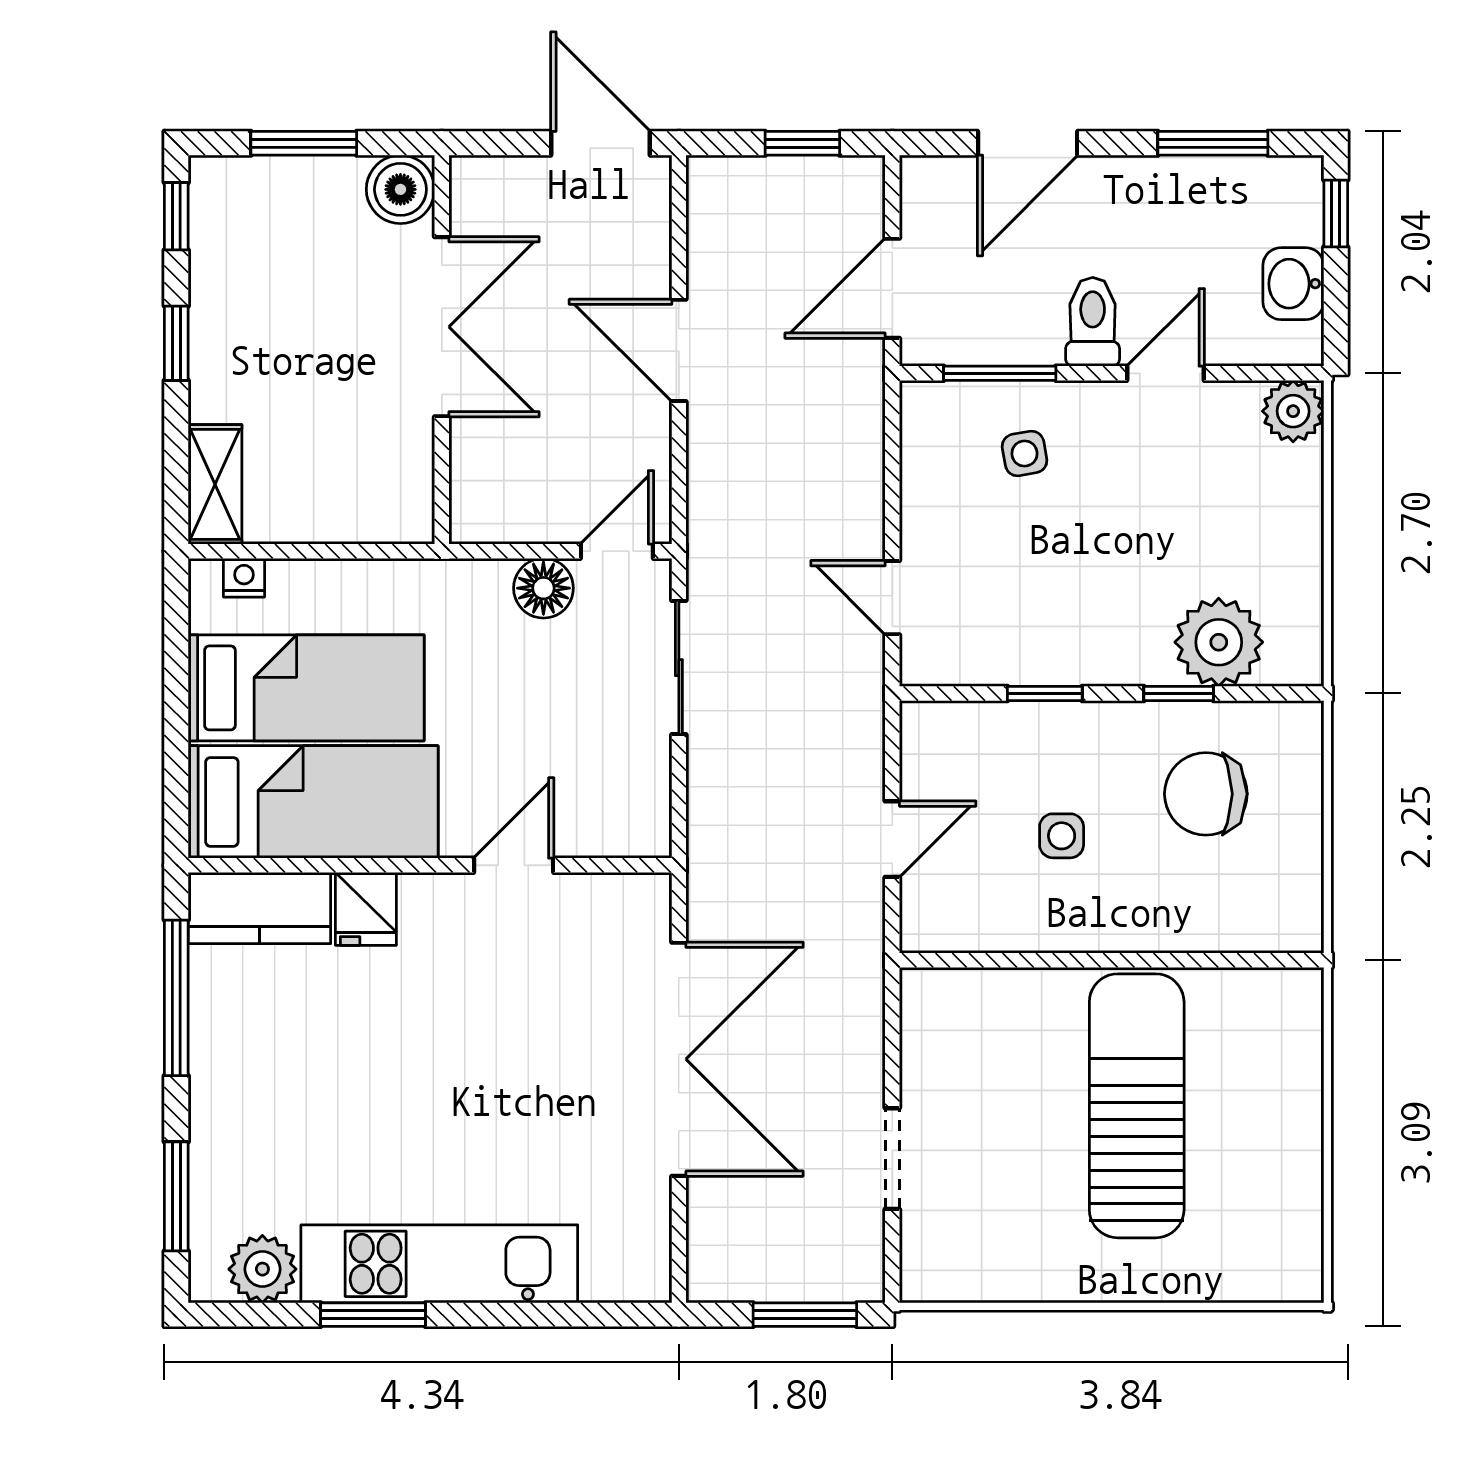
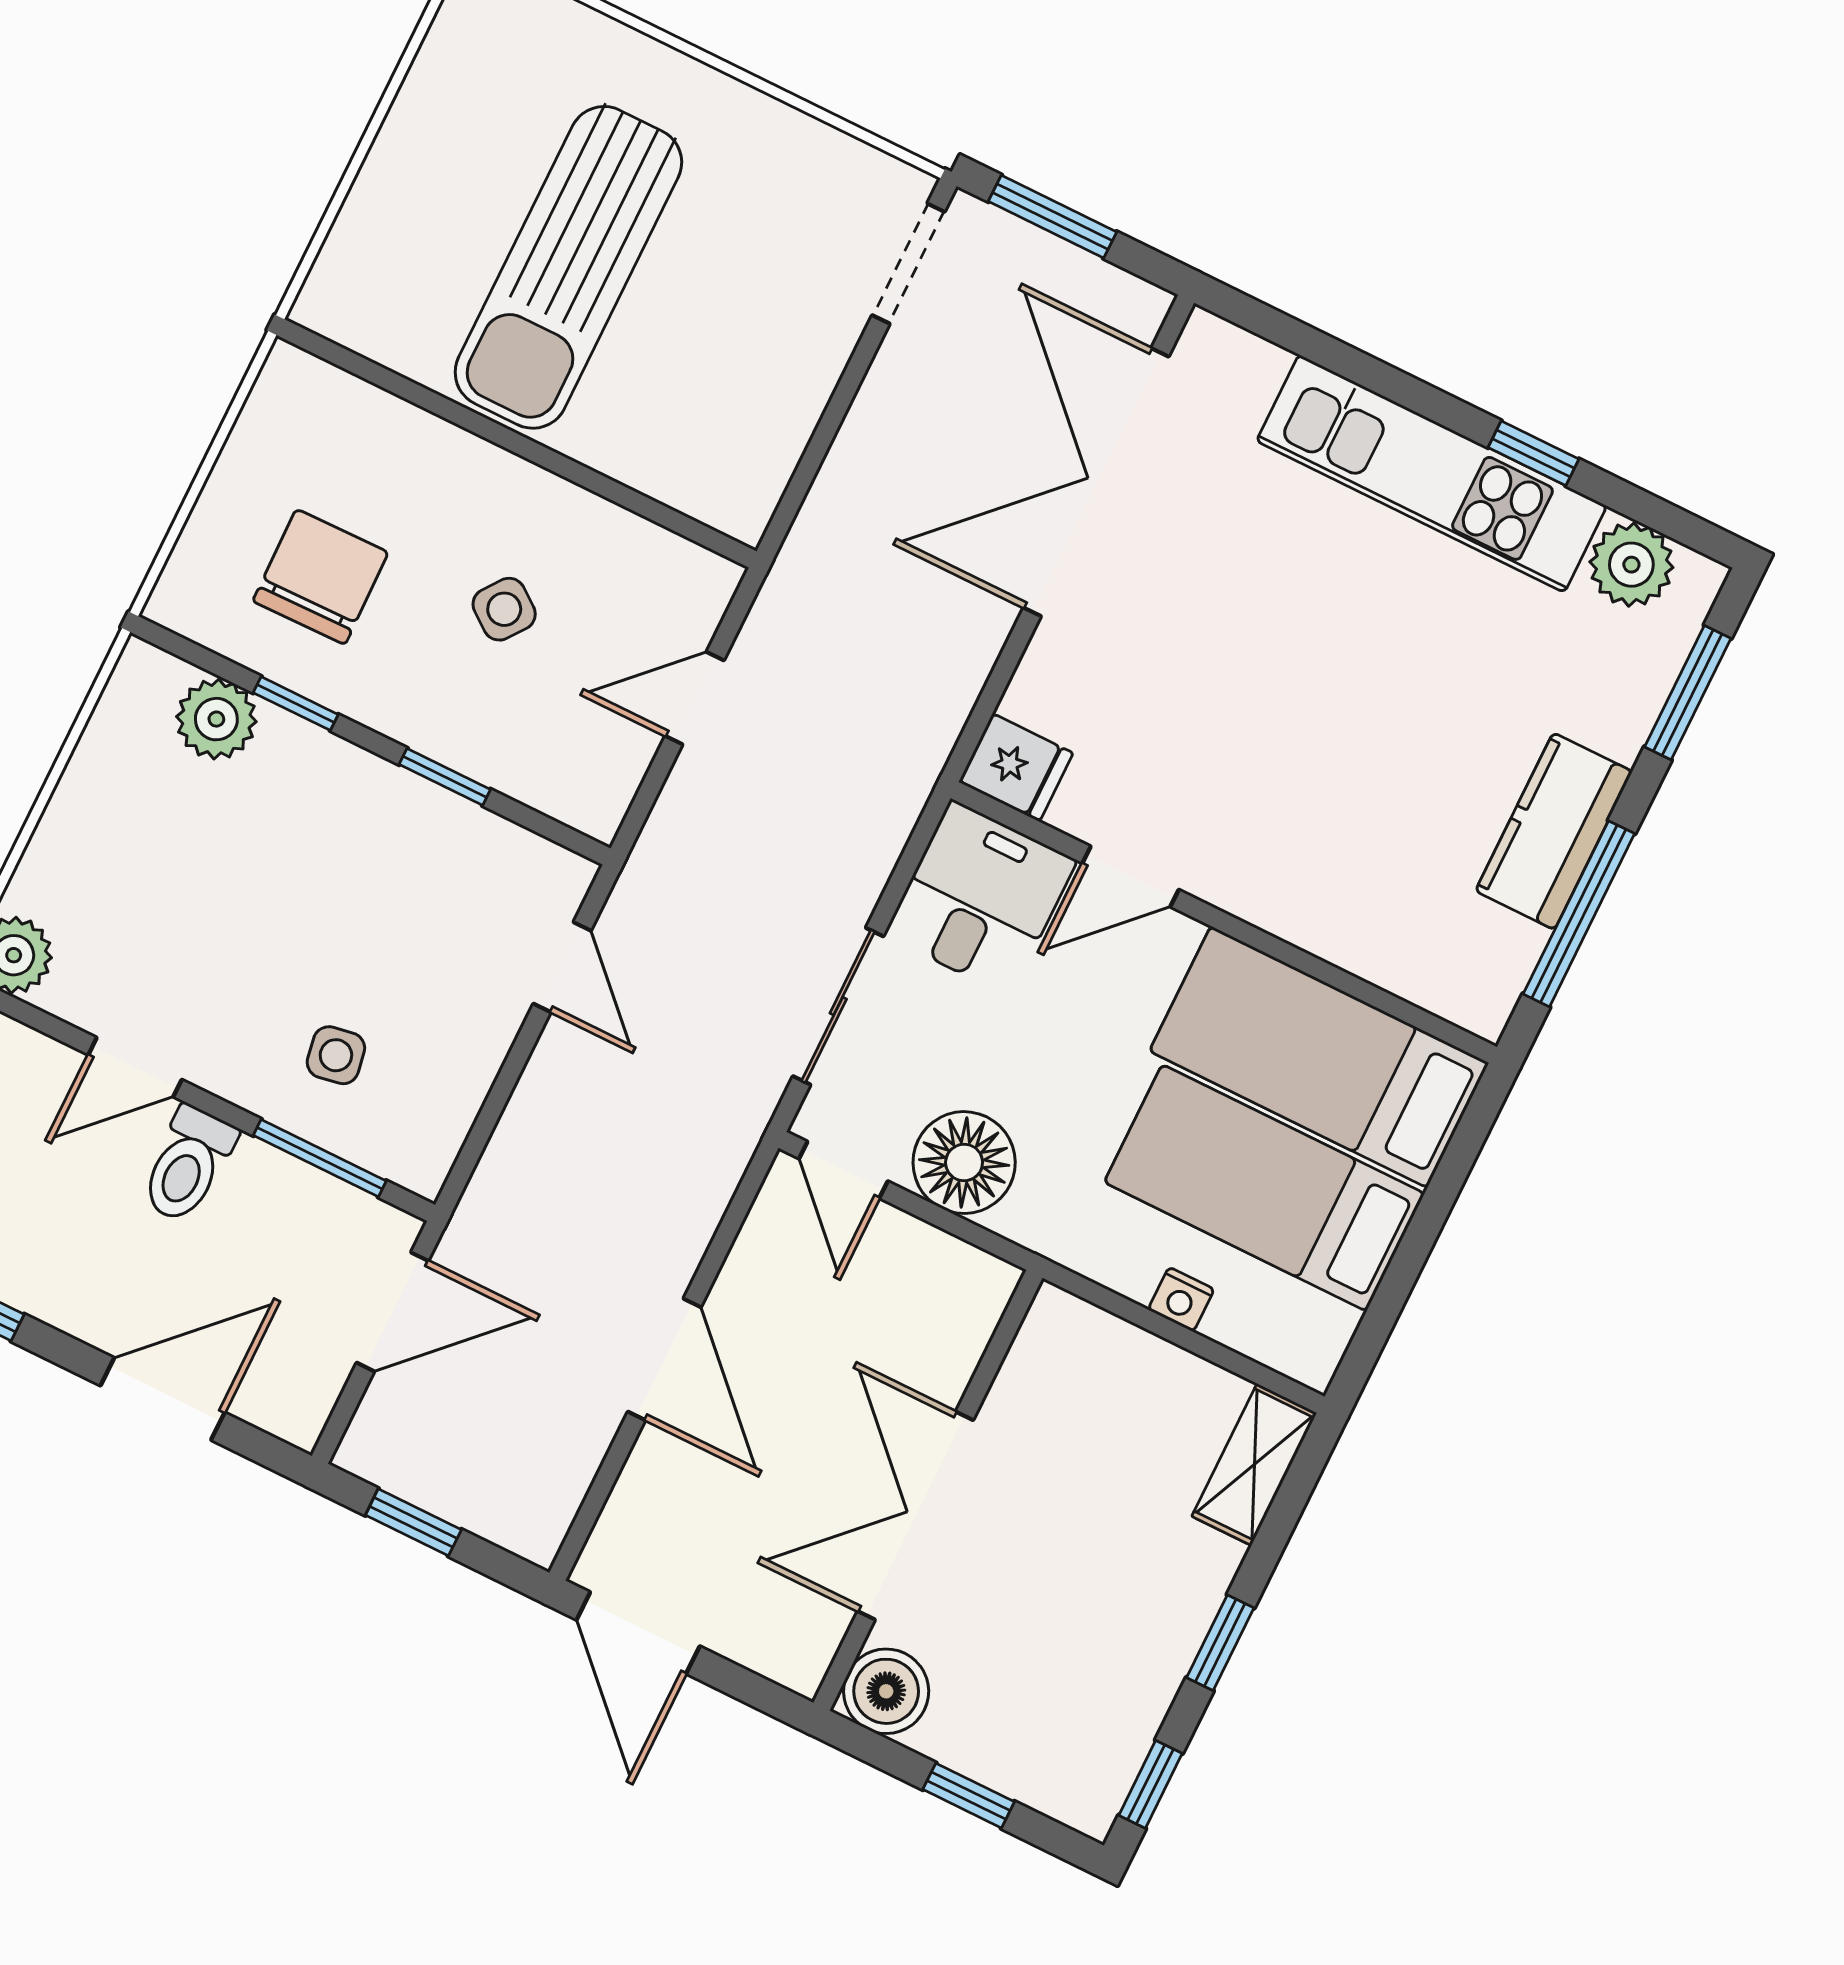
window: (304, 143) -> (969, 1796), width x0.67
door: (617, 551) -> (843, 1170), hinge flipped
nightstand: (244, 578) -> (1181, 1299), moved
floor lamp: (543, 588) -> (964, 1163), width x1.38, depth x1.38
plant: (1219, 642) -> (216, 719), width x0.73, depth x0.73
chair: (1206, 794) -> (321, 577), turned -91
desk: (615, 797) -> (980, 898), added
side table: (1062, 836) -> (504, 609), turned 37
kitchen counter: (259, 908) -> (1554, 831), moved, turned -90
fridge: (366, 909) -> (1016, 767), moved, turned 90
double door: (679, 1059) -> (1096, 482), moved
doorway: (892, 1159) -> (908, 264), moved
window: (373, 1315) -> (1533, 453), width x0.67

